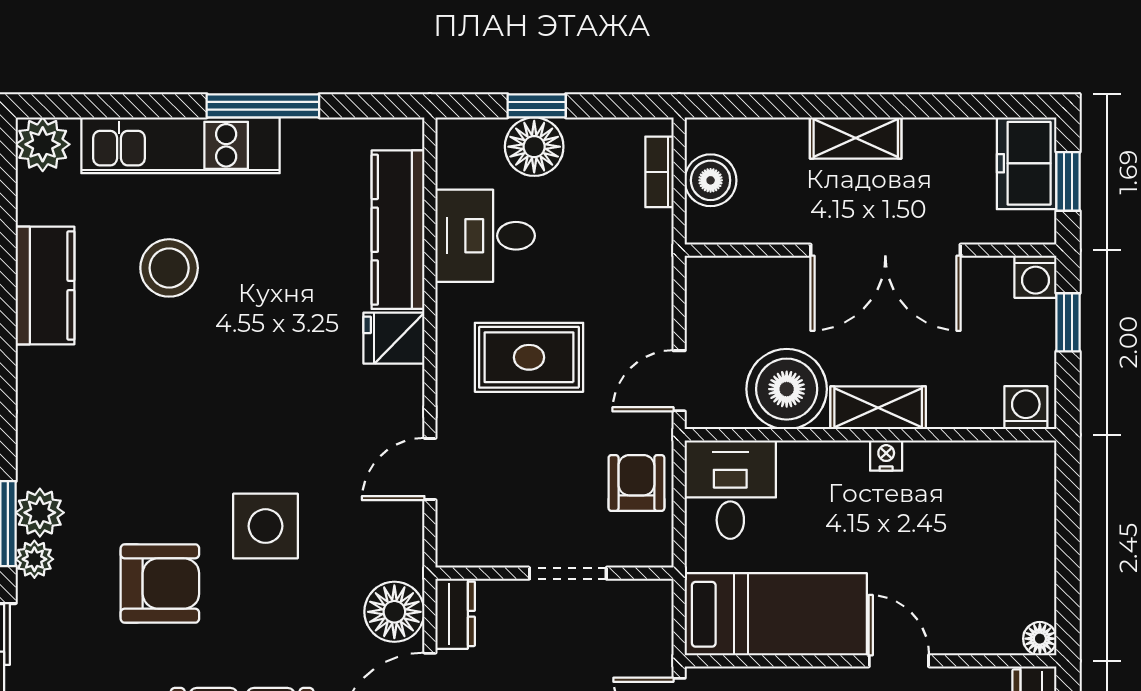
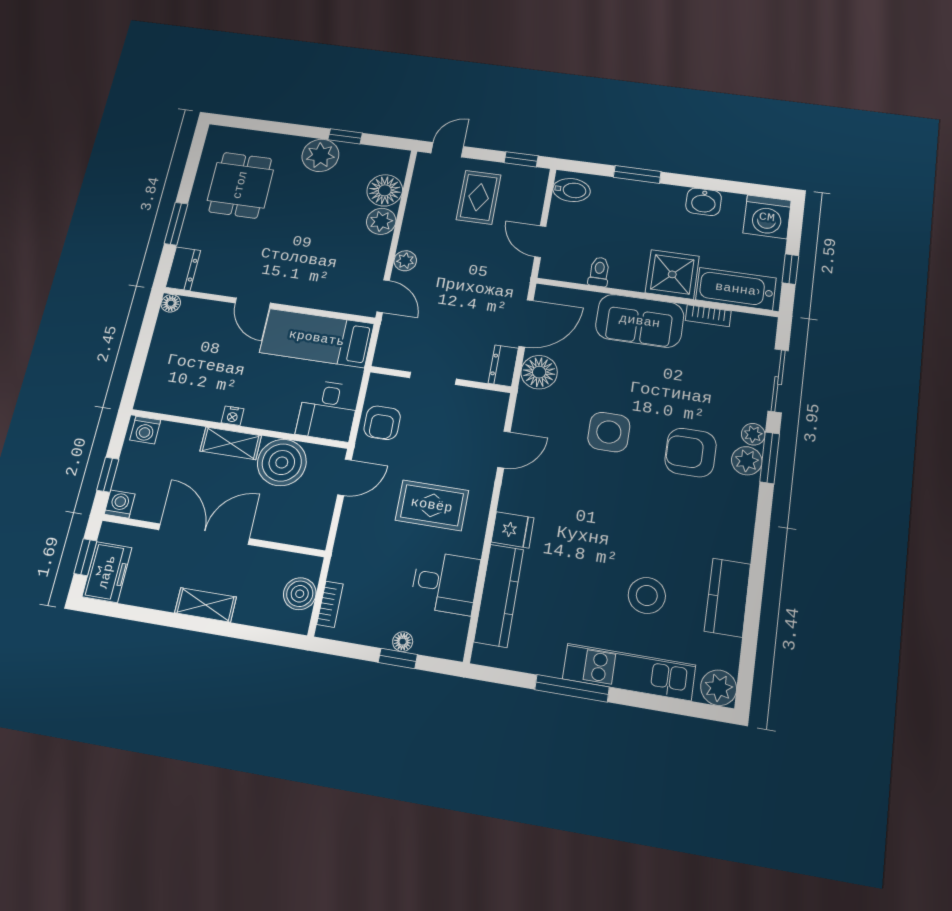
floor lamp: (534, 147) -> (403, 642), width x0.53, depth x0.53
armchair: (160, 583) -> (691, 453), moved

